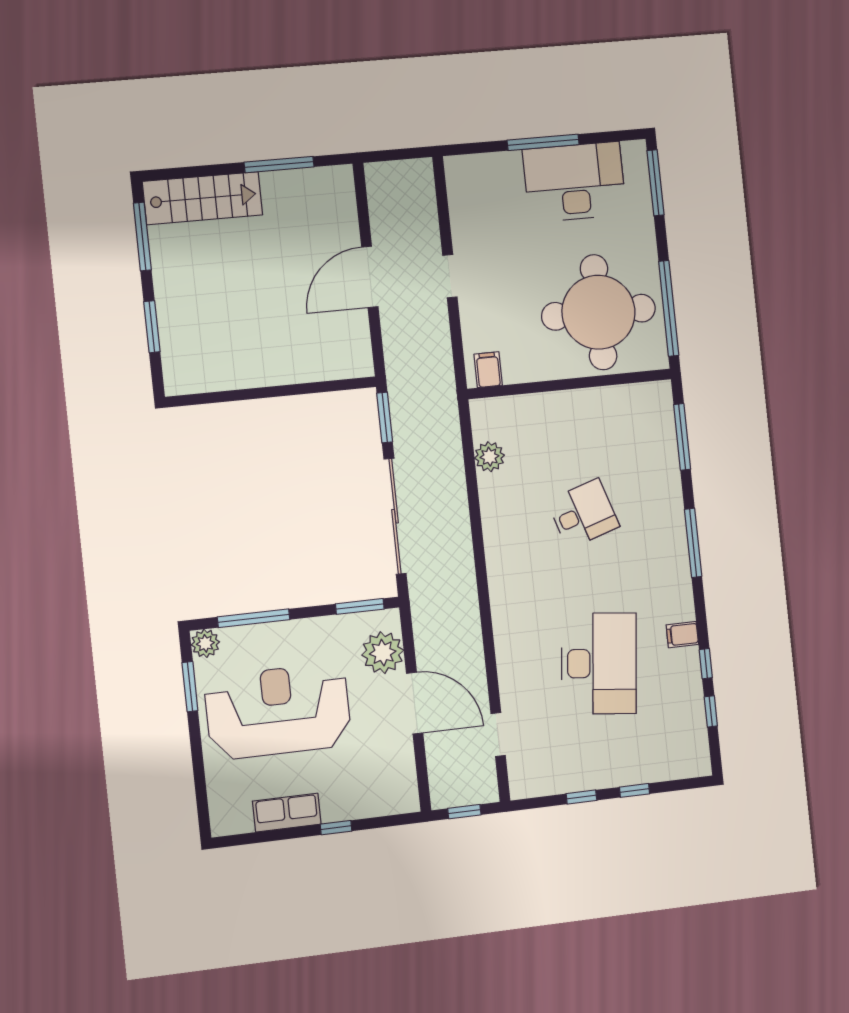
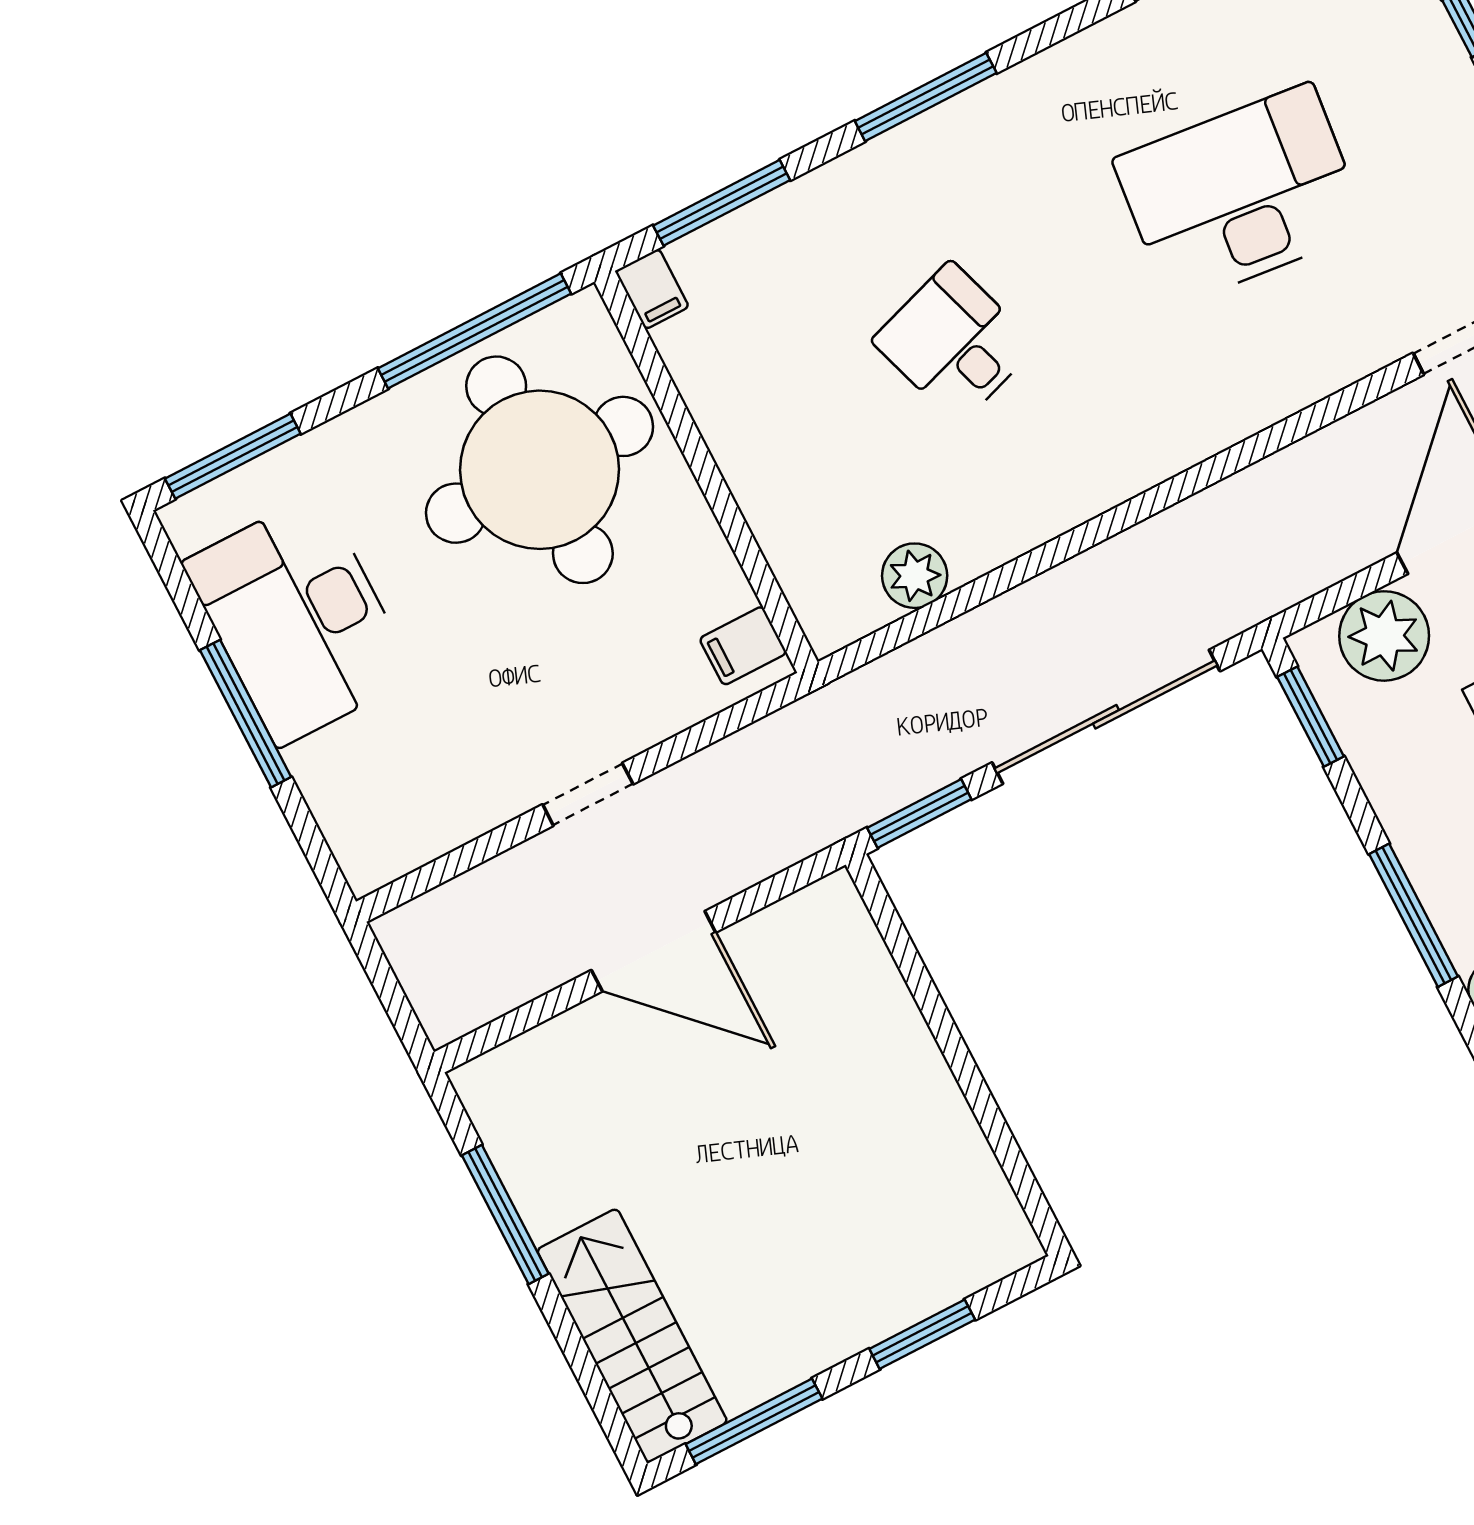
filing cabinet: (682, 635) -> (652, 289), moved

